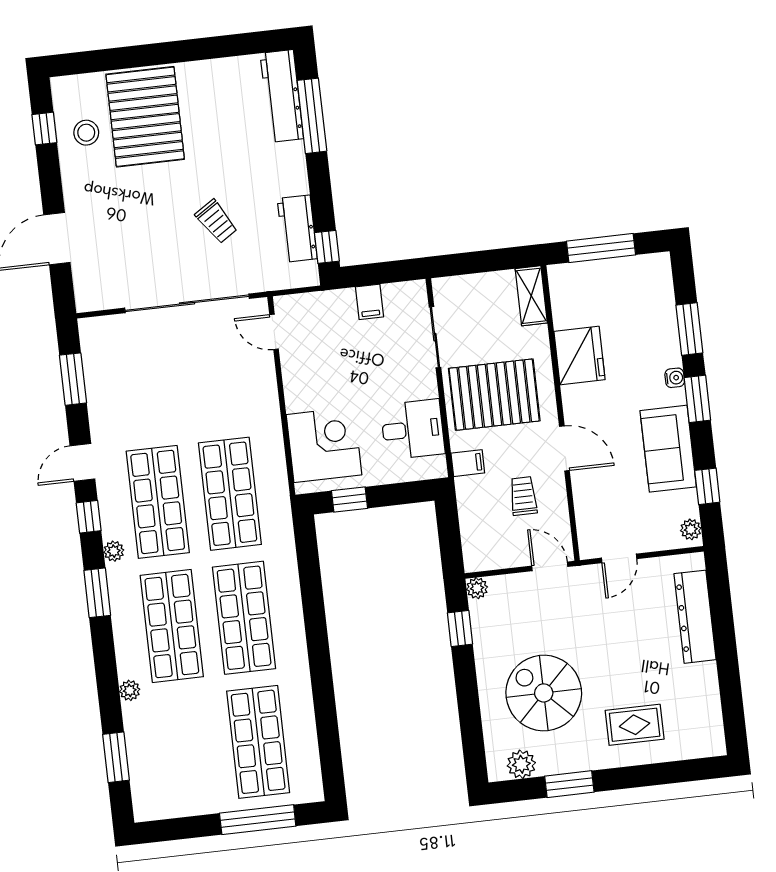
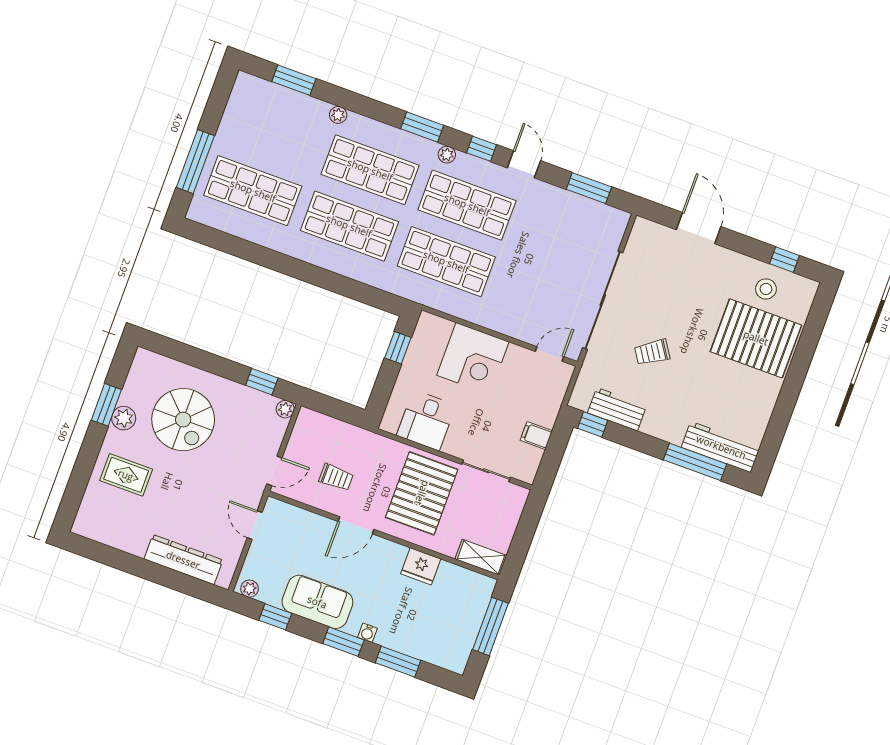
fridge: (579, 355) -> (421, 566), width x0.73, depth x0.75
corner desk: (324, 445) -> (473, 358), moved
filing cabinet: (468, 463) -> (381, 449), removed
spiral stairs: (544, 693) -> (183, 420), turned 90
rug: (635, 725) -> (126, 475), turned 90
plant: (521, 764) -> (124, 418), moved

